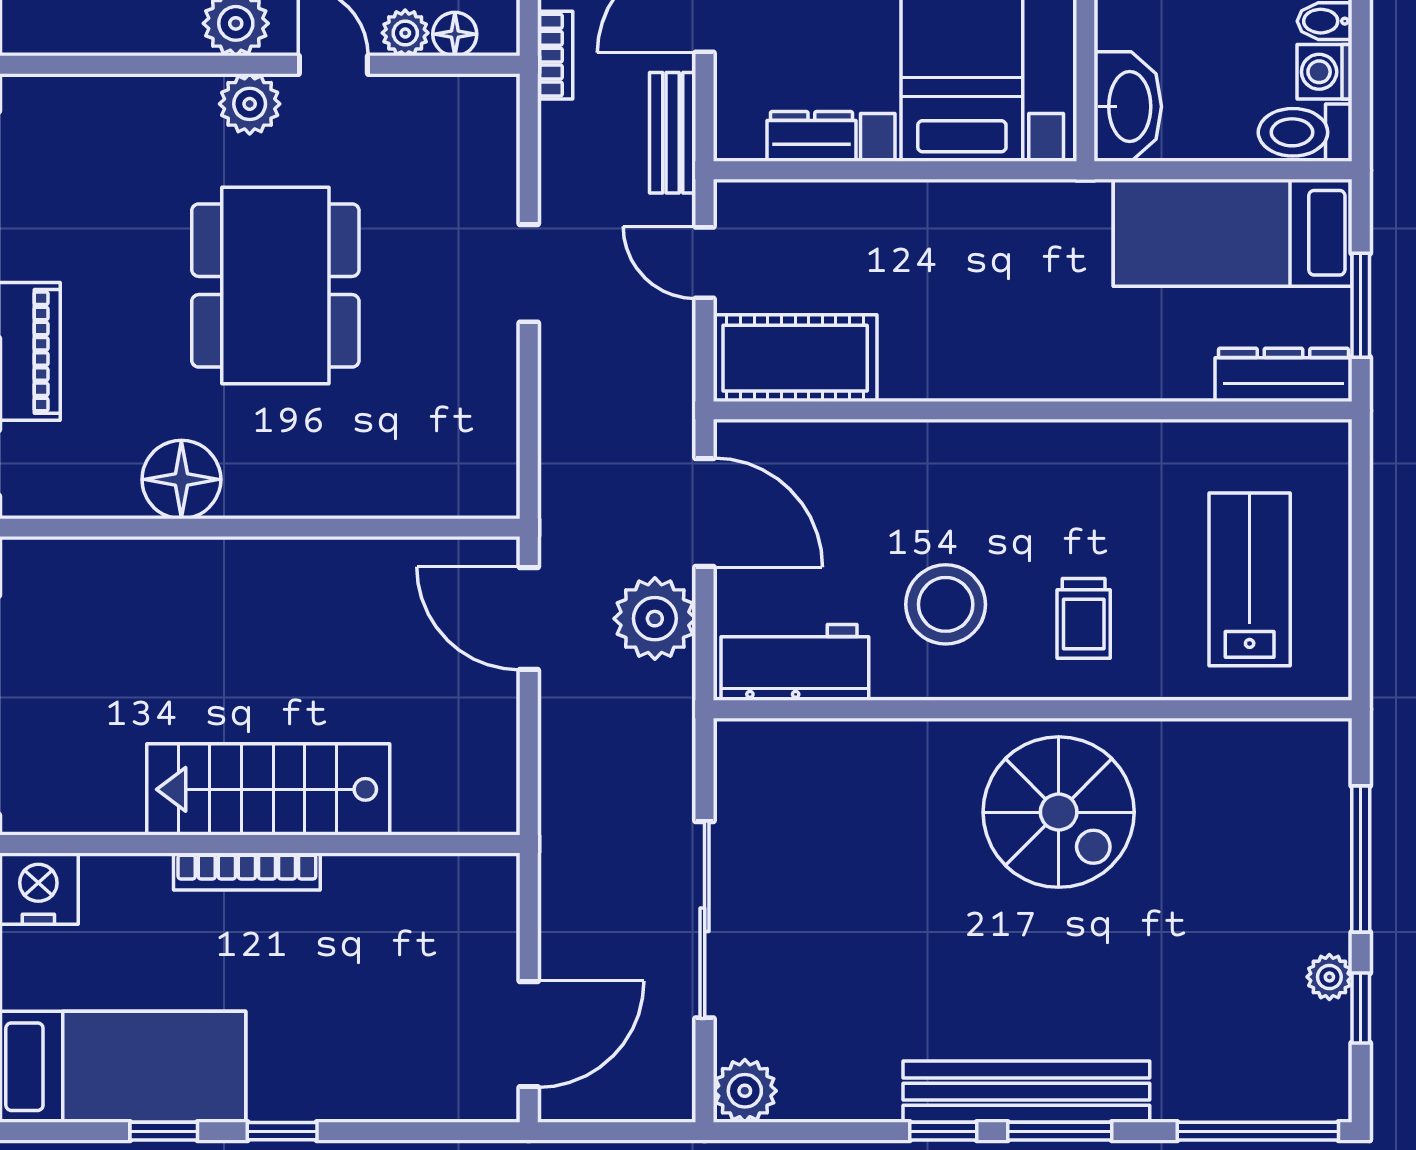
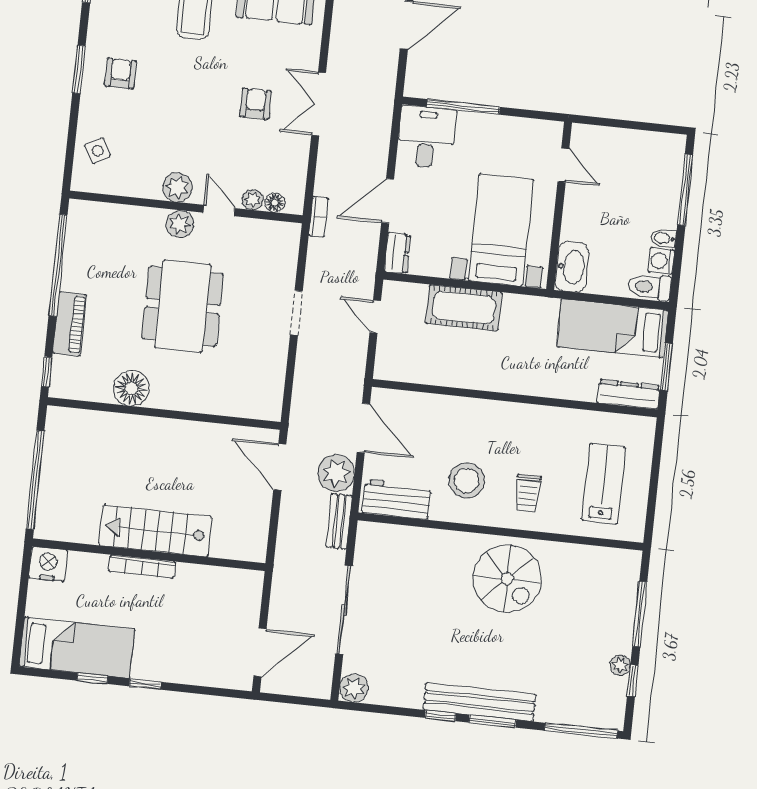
bench: (673, 133) -> (339, 521), moved
dresser: (811, 136) -> (397, 253), moved, turned 90
cot: (795, 358) -> (464, 308), moved

